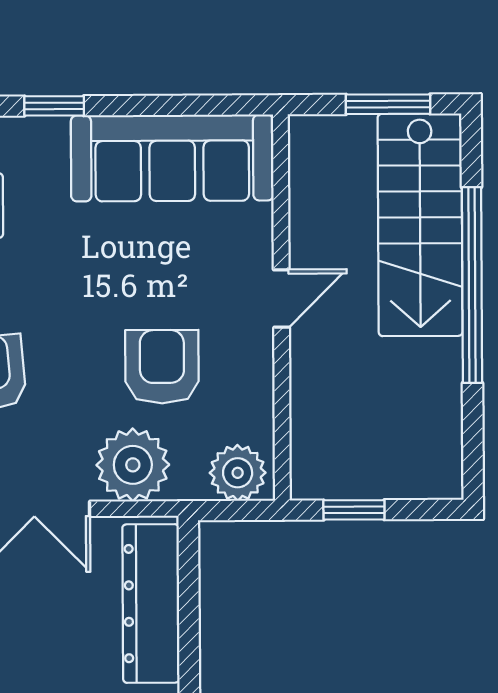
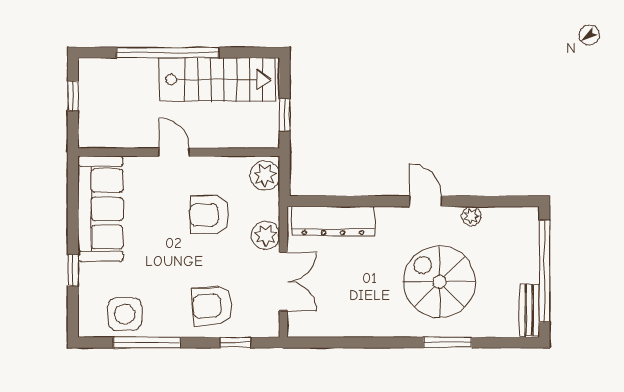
window: (388, 104) -> (73, 96), width x0.67
stairs: (420, 225) -> (217, 79), moved
plant: (133, 465) -> (266, 235), width x0.73, depth x0.73

